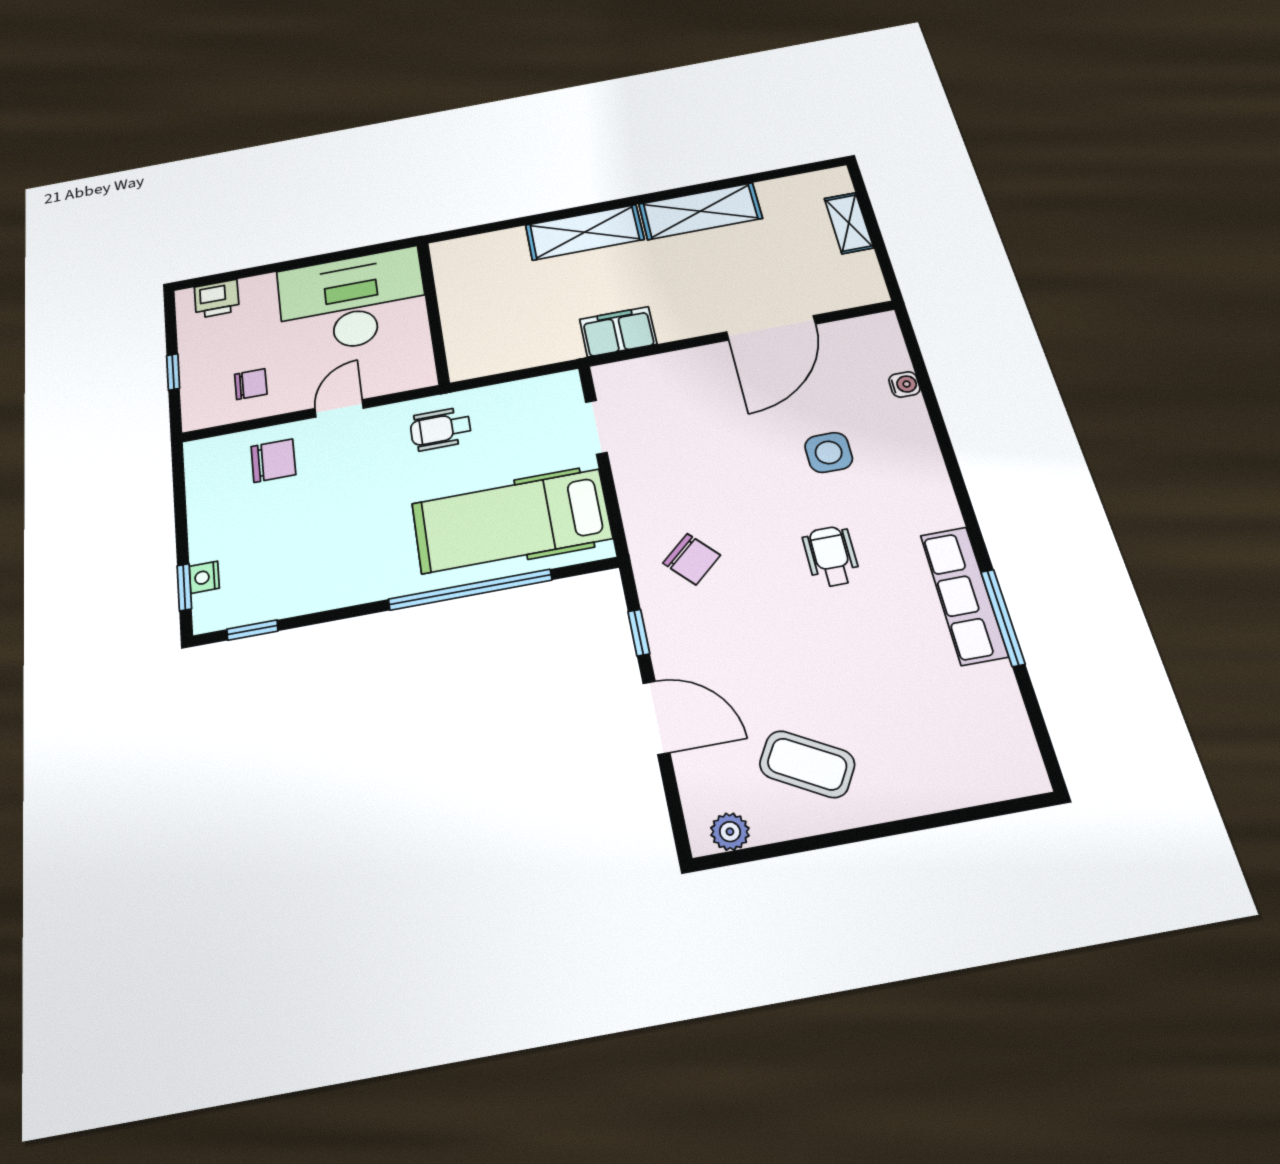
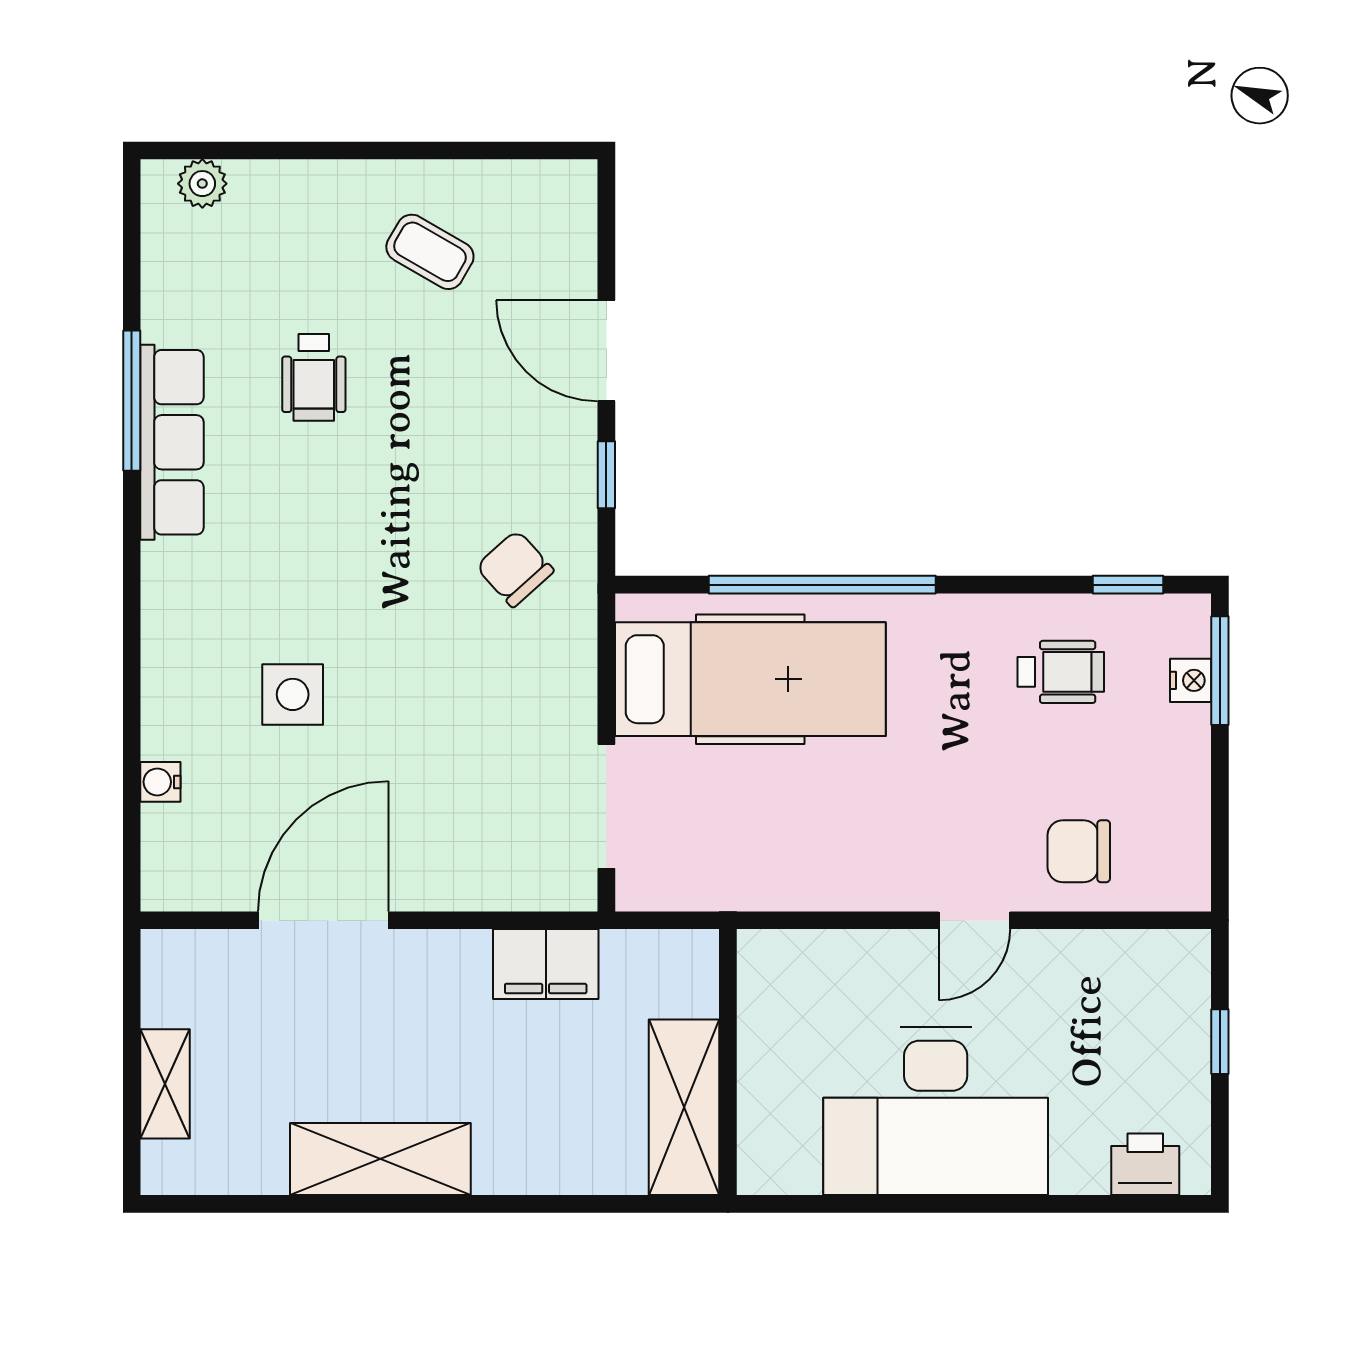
shelving: (585, 232) -> (684, 1107), moved, turned 90
wall: (433, 312) -> (728, 1062), moved
chair: (251, 384) -> (1103, 993), removed
doorway: (596, 427) -> (606, 806), width x1.38
wheelchair: (441, 429) -> (1061, 672), moved
wheelchair: (831, 556) -> (314, 377), moved
window: (184, 587) -> (1220, 671), width x1.50
coffee table: (807, 764) -> (430, 252), width x0.73, depth x0.77
plant: (730, 832) -> (202, 184), moved

